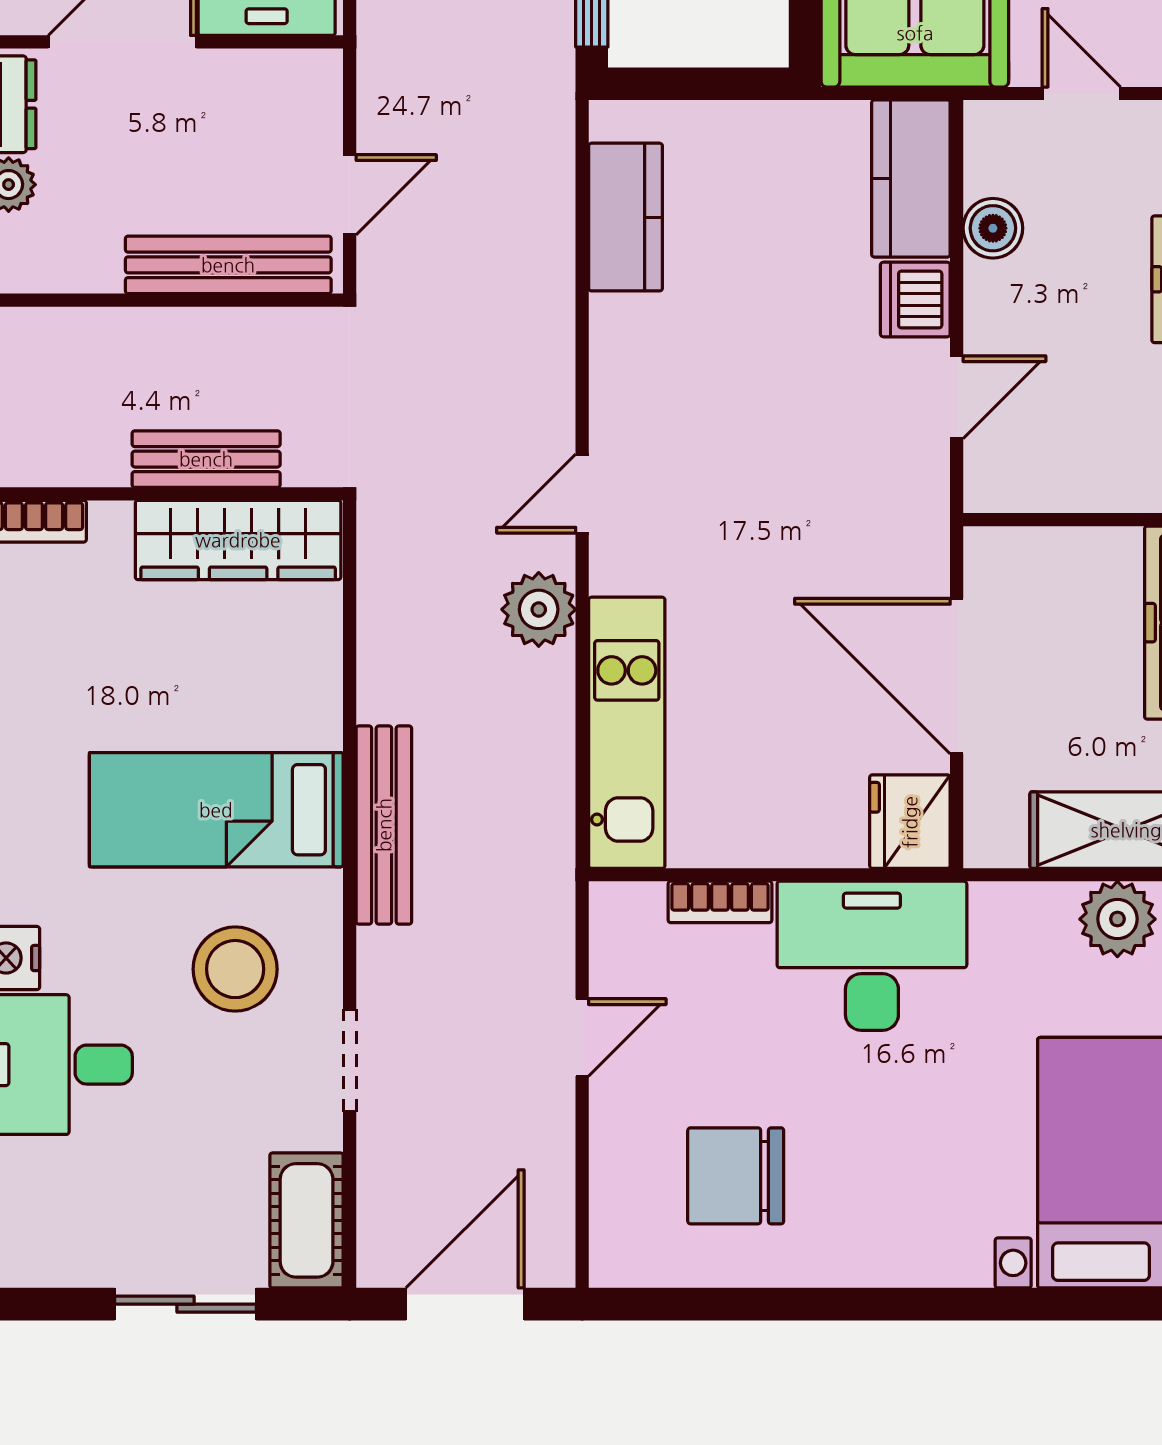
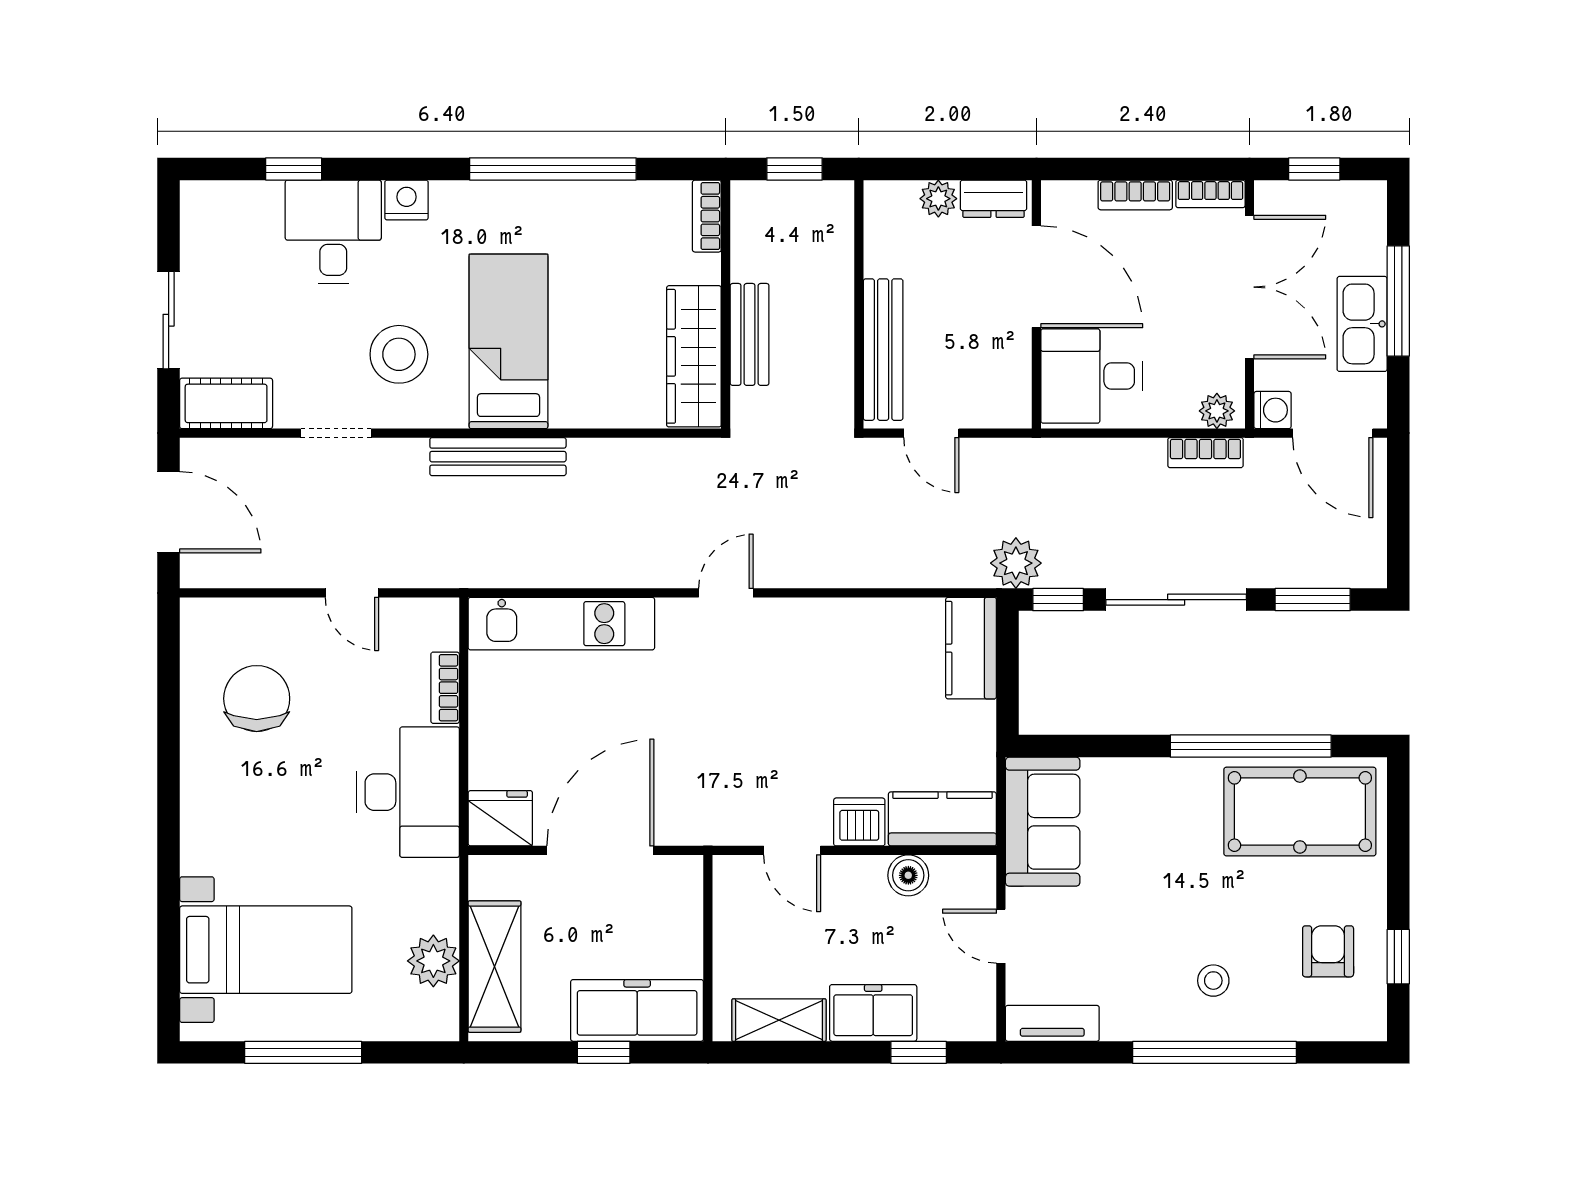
door: (1081, 94) -> (1001, 936), swing flipped
kitchen counter: (626, 217) -> (971, 648), moved, turned 90
door: (582, 494) -> (726, 593), hinge flipped
plant: (539, 609) -> (1016, 563), moved

